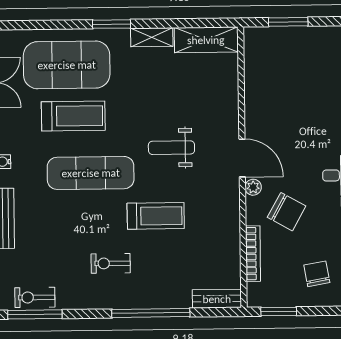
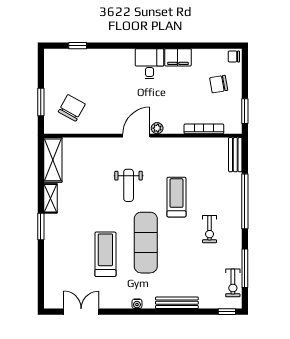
exercise mat: (67, 65) -> (69, 259), removed
chair: (287, 212) -> (72, 108), moved
window: (35, 314) -> (245, 268), moved

